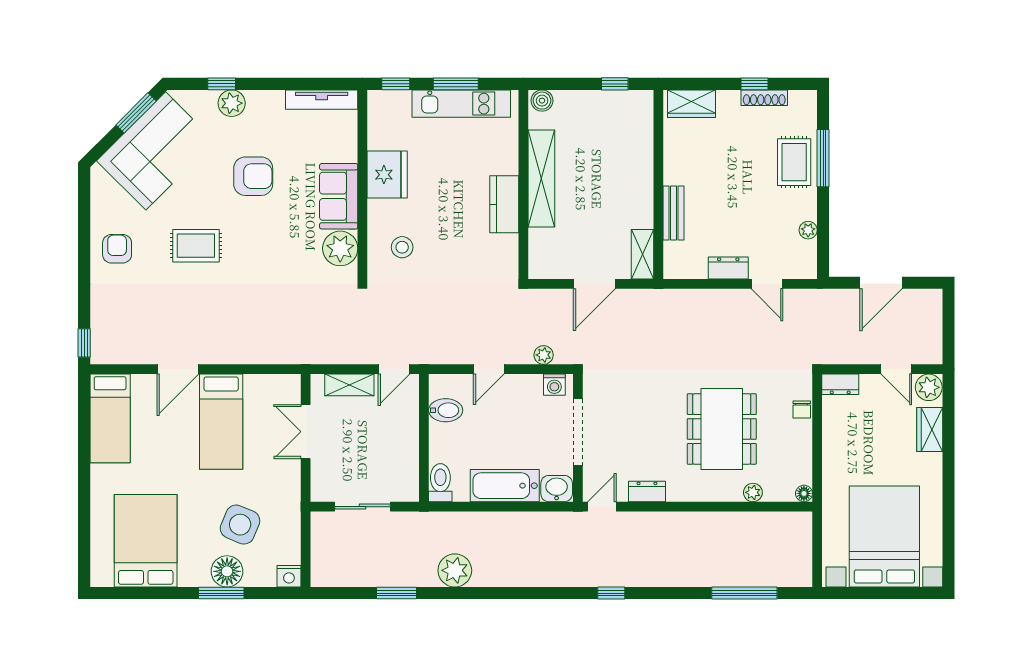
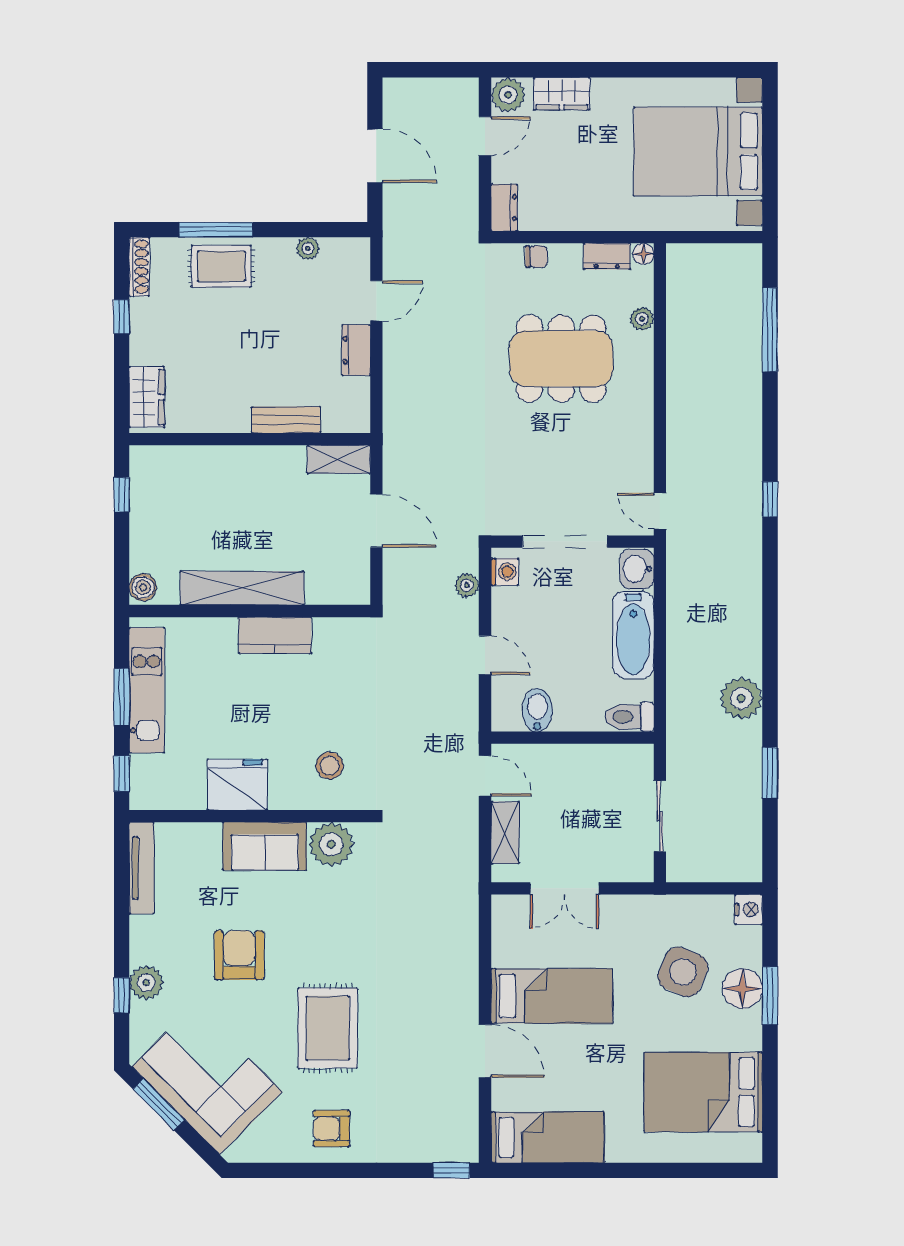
shoe rack: (764, 98) -> (139, 267), moved
rug: (196, 246) -> (328, 1028), width x1.36, depth x1.43
dresser: (647, 492) -> (607, 256), moved, turned -90

